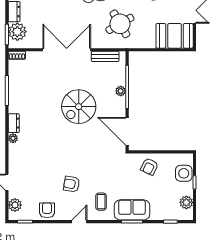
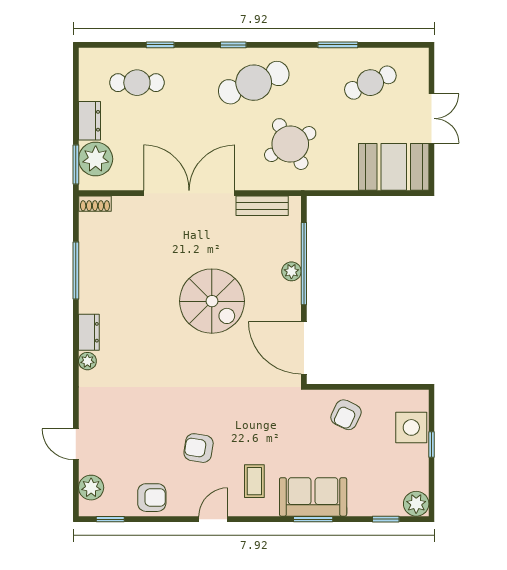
spiral stairs: (79, 107) -> (212, 301), turned -90
plant: (186, 202) -> (416, 504), moved
armchair: (47, 210) -> (152, 498), turned 90

